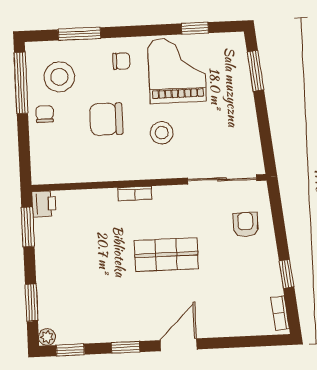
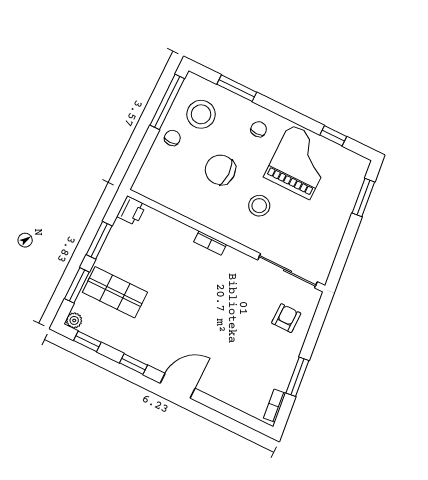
chair: (121, 61) -> (259, 129), turned -90
window: (28, 227) -> (99, 240), moved
shop shelf: (166, 255) -> (115, 292), moved
window: (287, 274) -> (297, 377), width x1.50

